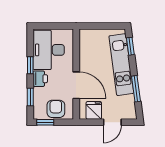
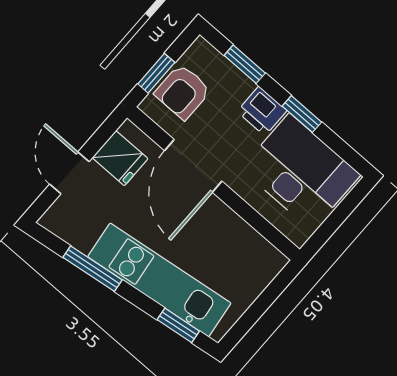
door: (76, 85) -> (193, 166), hinge flipped
armchair: (56, 109) -> (183, 92), turned 90
window: (45, 122) -> (156, 73), moved

